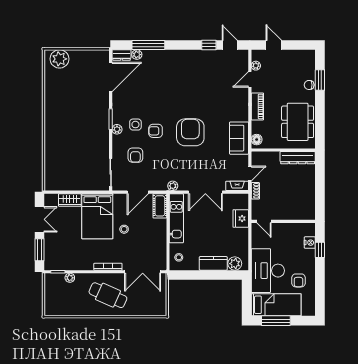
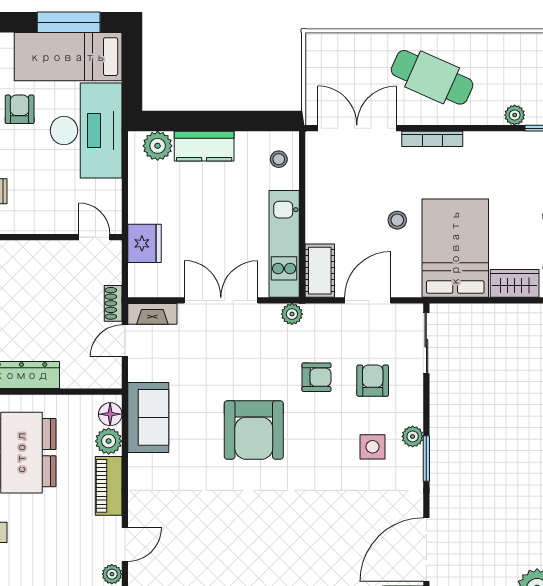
plant: (257, 127) -> (109, 441), added
armchair: (156, 131) -> (316, 377), moved

